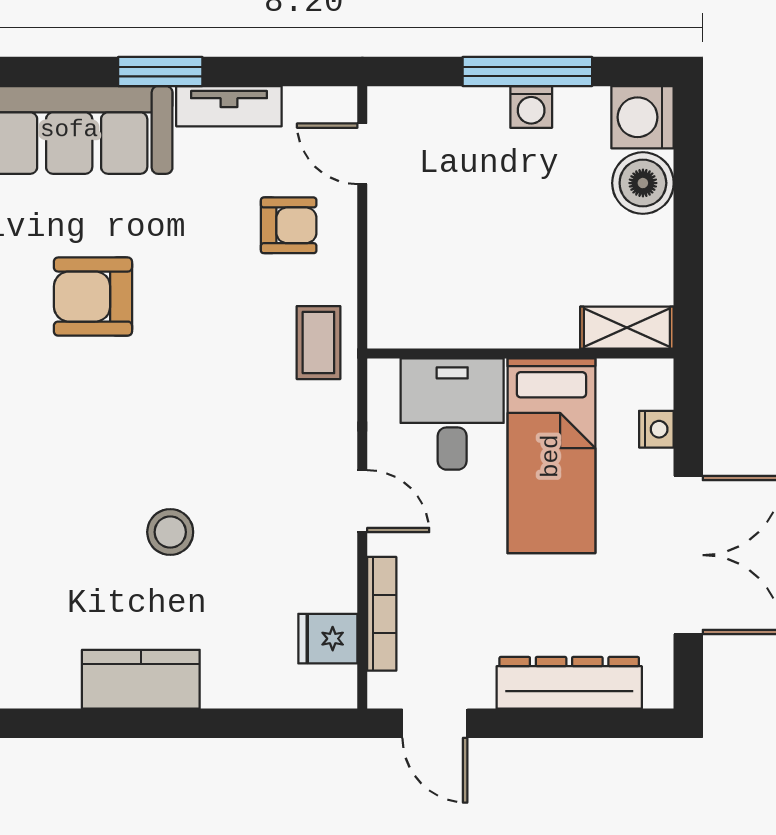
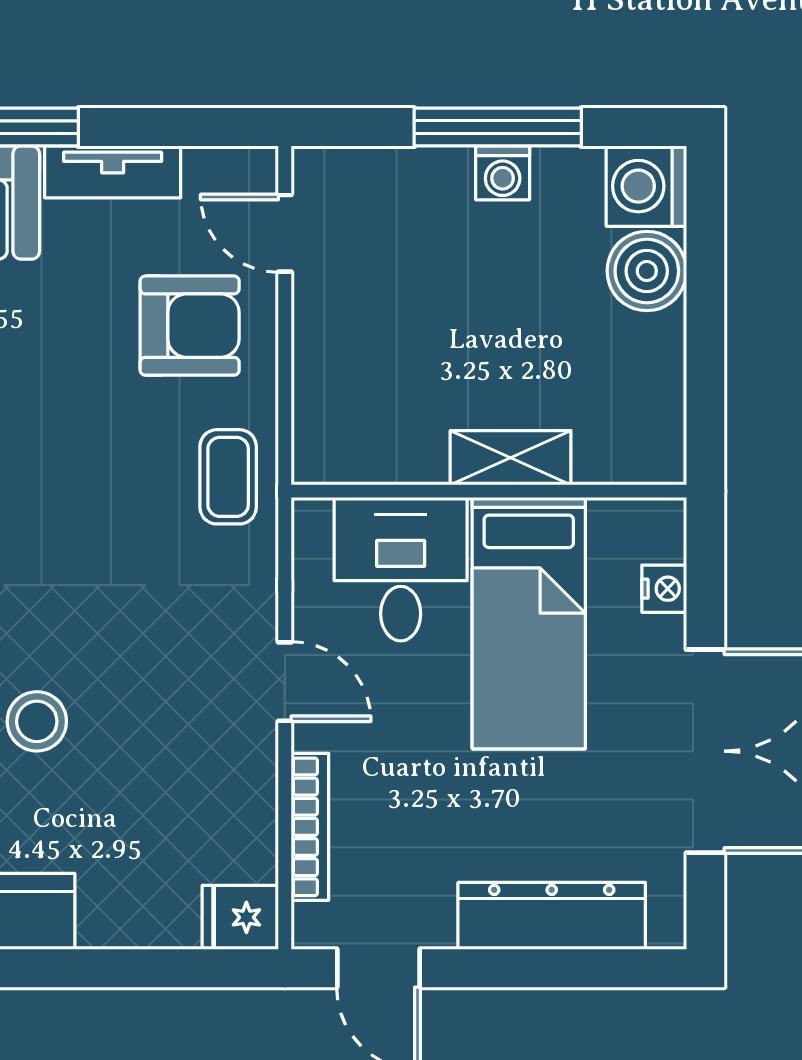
armchair: (289, 225) -> (190, 326), width x1.38, depth x1.38
shelving: (627, 328) -> (511, 458), moved
fridge: (328, 639) -> (240, 917), moved

